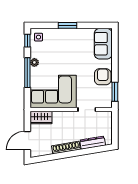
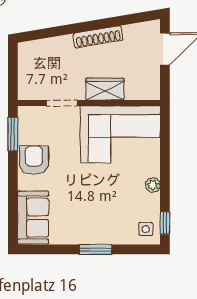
window: (27, 73) -> (165, 167), removed
armchair: (103, 77) -> (34, 160), turned 180
wardrobe: (41, 118) -> (105, 89), moved
dresser: (93, 143) -> (52, 45), removed

